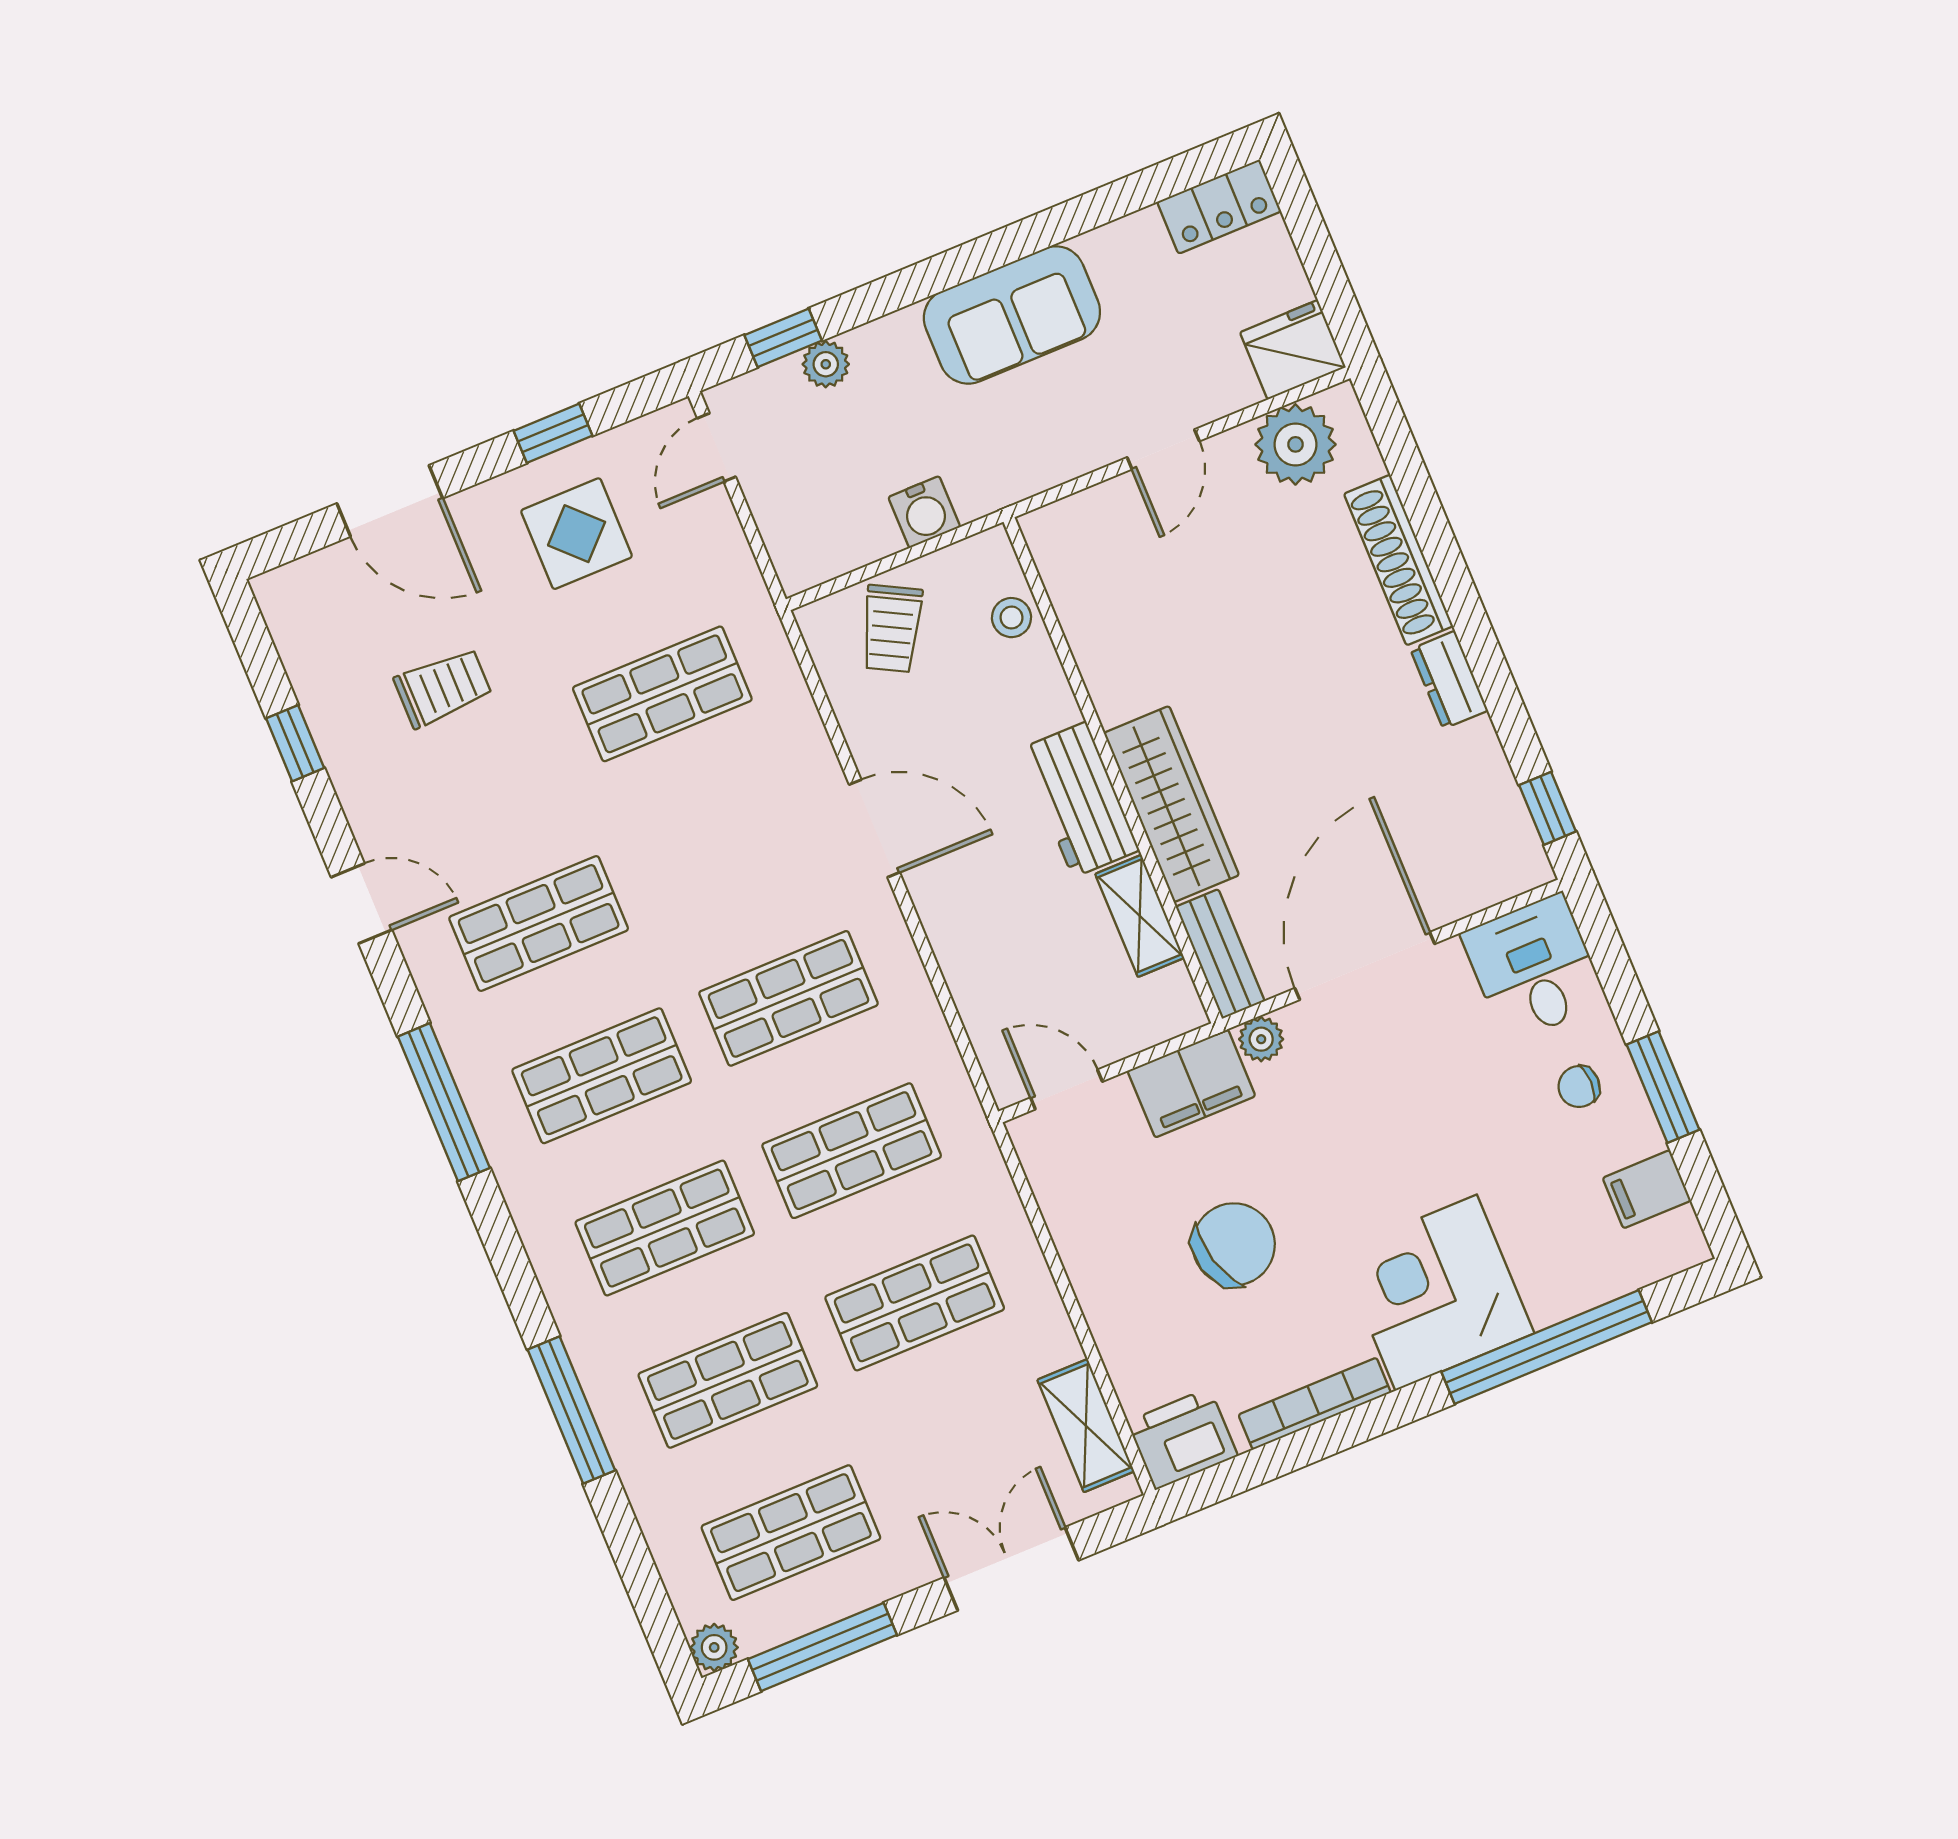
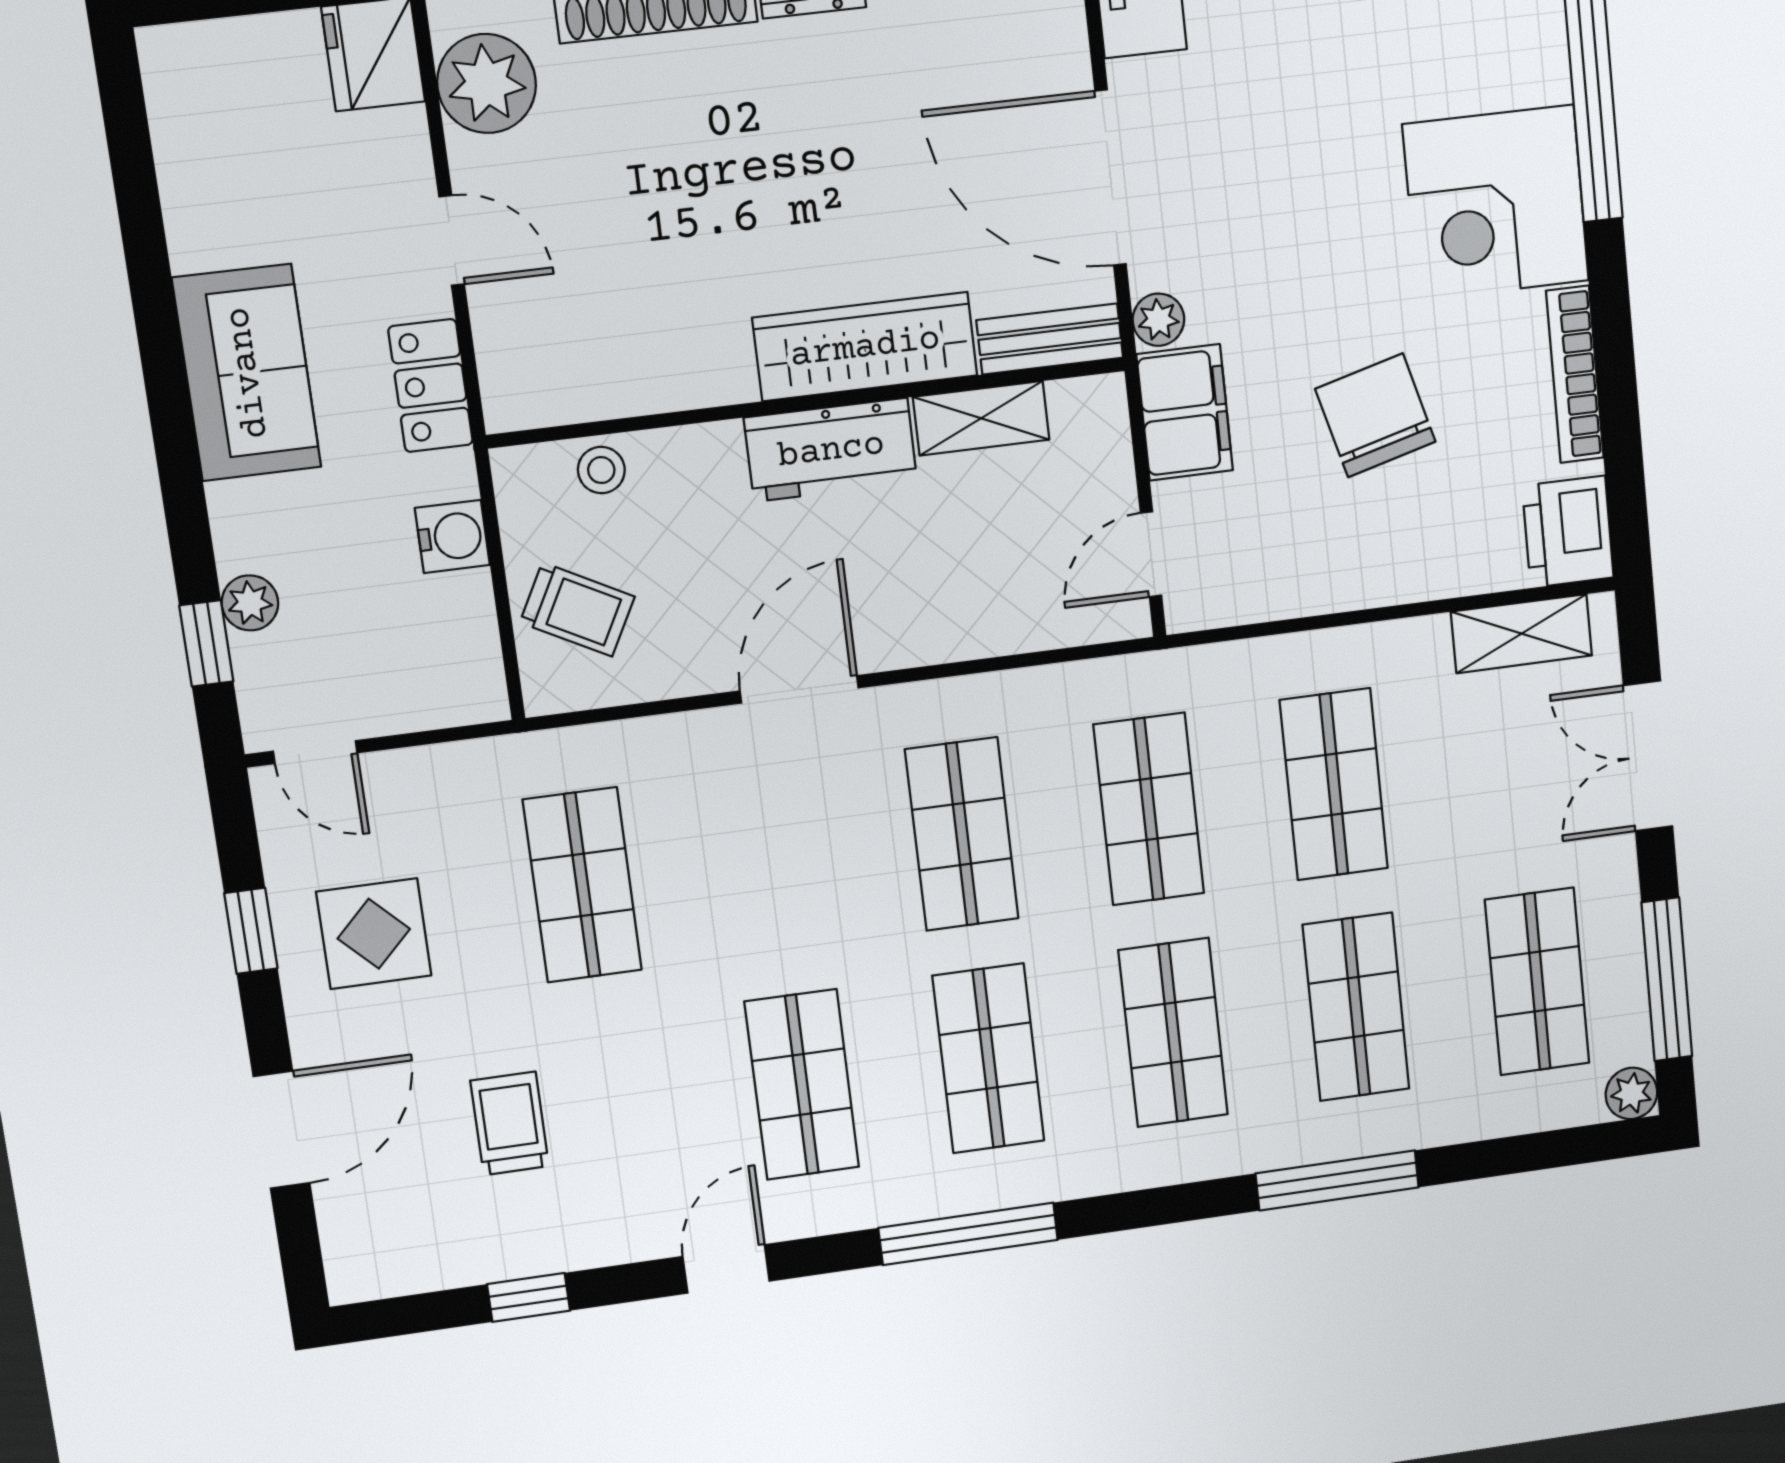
locker: (1219, 207) -> (431, 386), moved, turned 180

